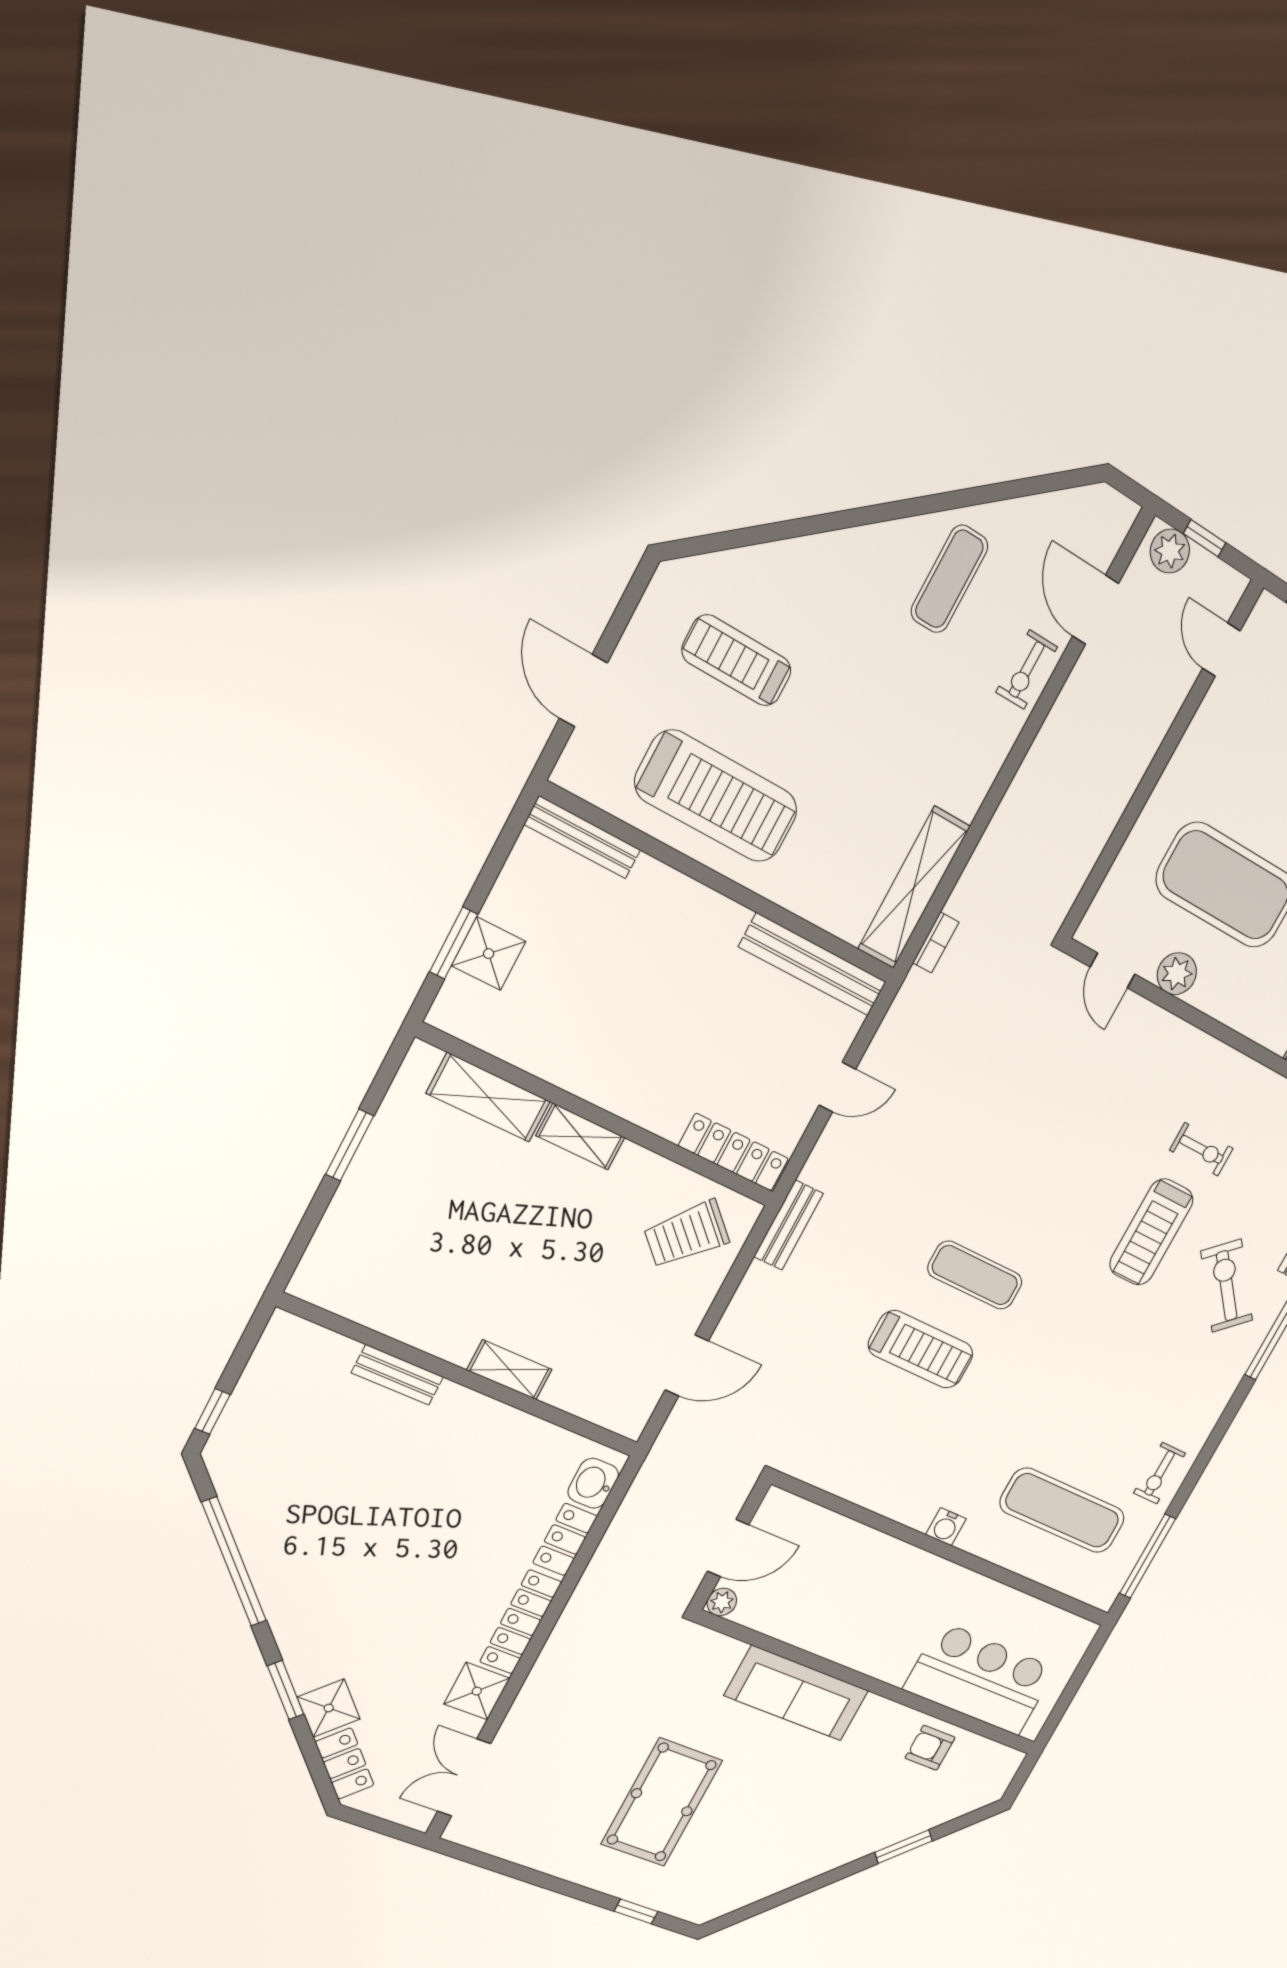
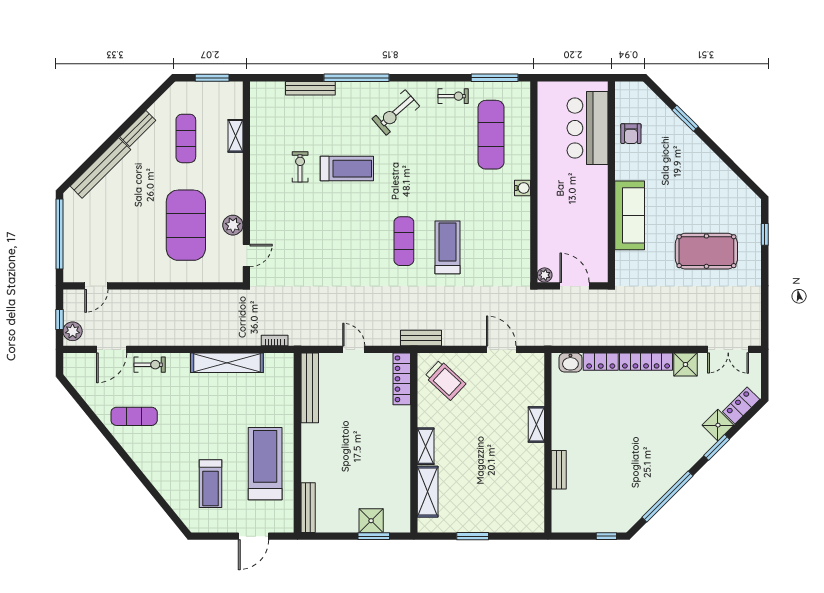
shelving: (914, 887) -> (227, 363), moved
exercise bike: (1227, 1286) -> (396, 112), moved
plant: (722, 1602) -> (545, 275), moved

